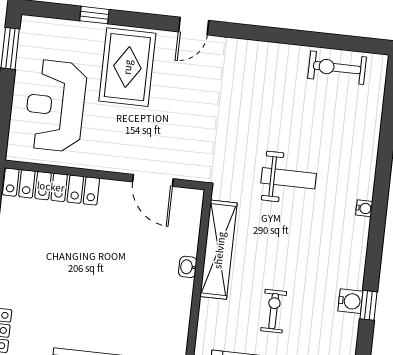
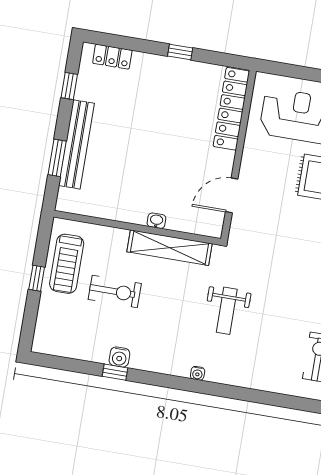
exercise bike: (274, 311) -> (115, 291), width x1.38, depth x1.39

